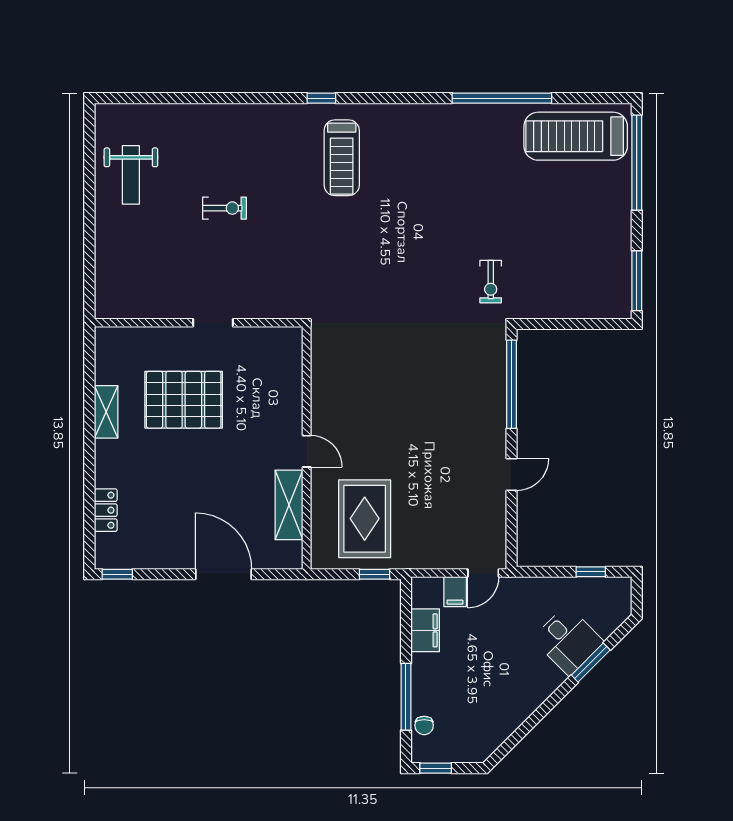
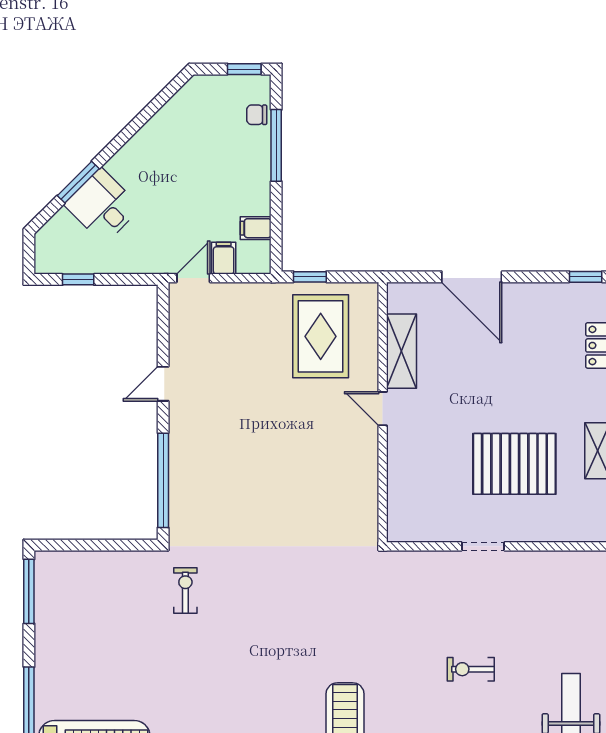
filing cabinet: (425, 630) -> (256, 228), width x0.50
chair: (424, 725) -> (257, 115), turned -90

